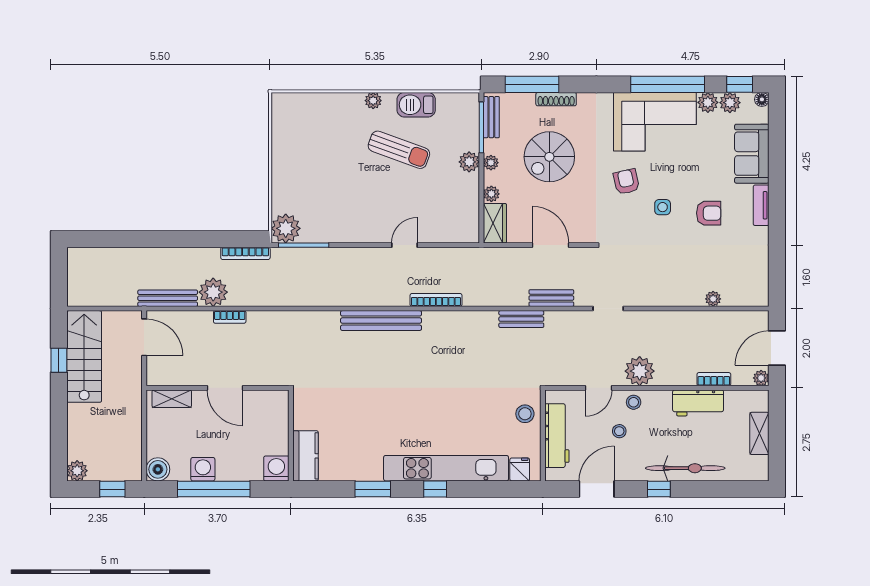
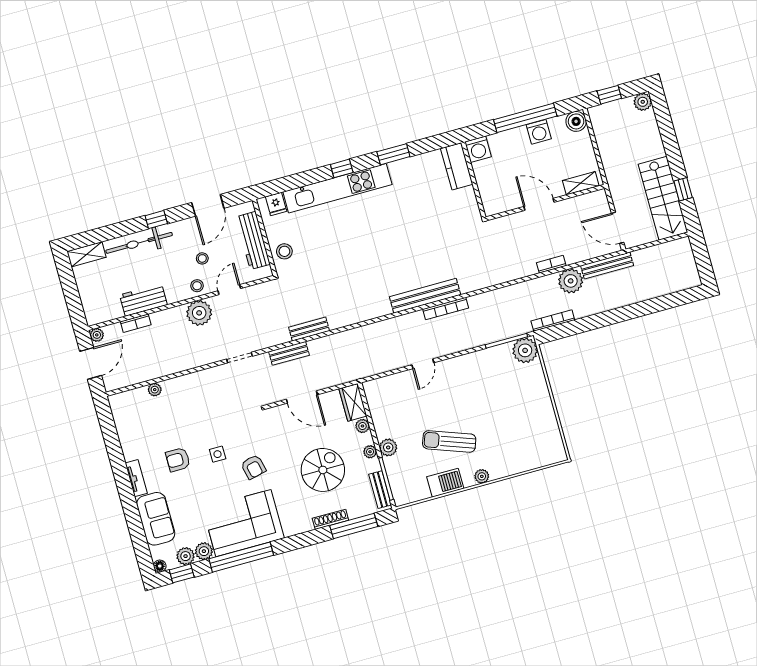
bookcase: (436, 300) -> (446, 308), moved
shelving: (759, 433) -> (86, 254), moved, turned 90

